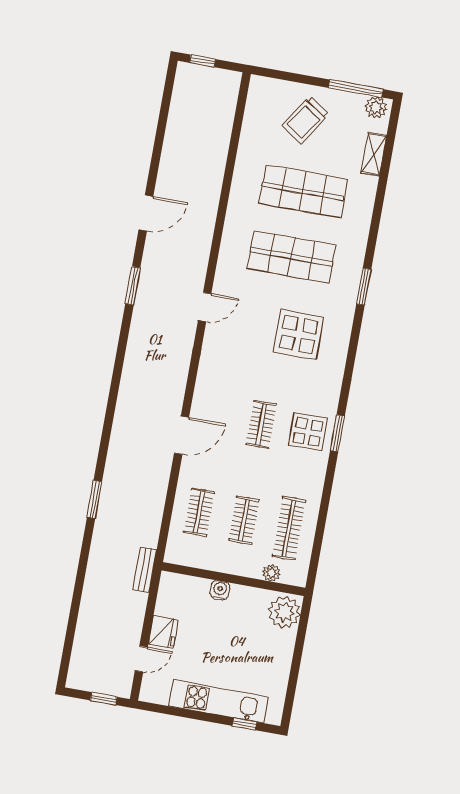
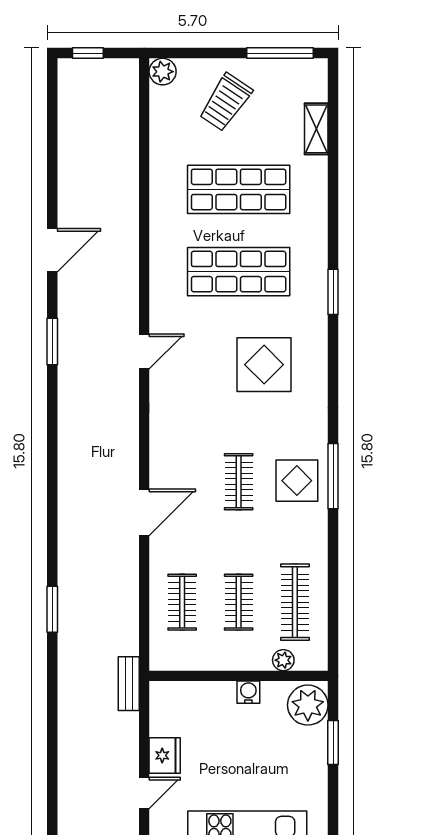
plant: (376, 107) -> (163, 72), moved
window: (337, 433) -> (333, 476), width x1.44
water cooler: (220, 590) -> (248, 692), moved
window: (299, 646) -> (333, 743), added

